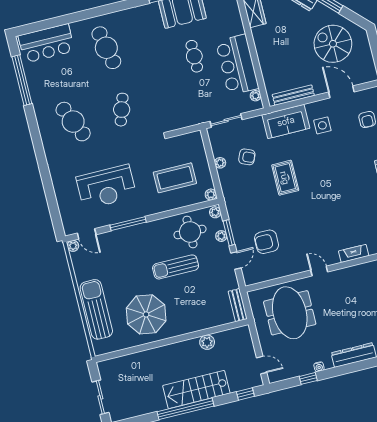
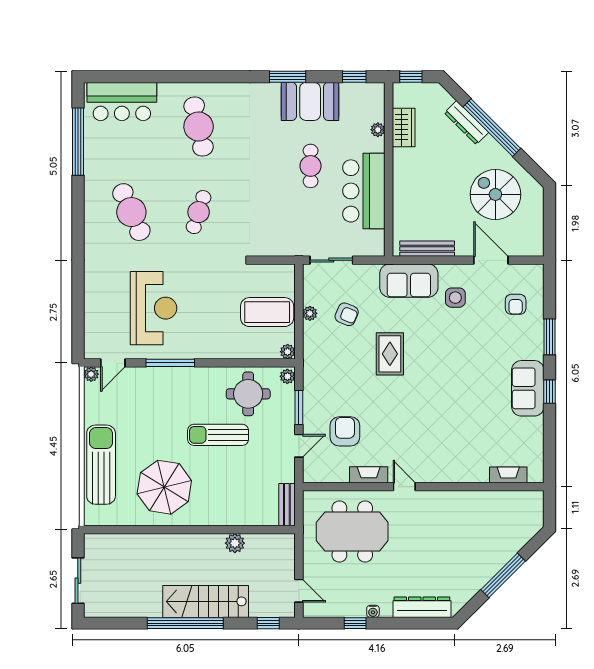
plant: (256, 96) -> (378, 130), moved
coffee table: (175, 178) -> (267, 312), moved
reception desk: (106, 187) -> (154, 308), turned -90
door: (87, 234) -> (113, 363), hinge flipped
plant: (221, 236) -> (288, 409), removed
armchair: (267, 242) -> (345, 431), turned 90
fireplace: (354, 253) -> (369, 475), moved
meeting table: (290, 313) -> (352, 531), turned 90

